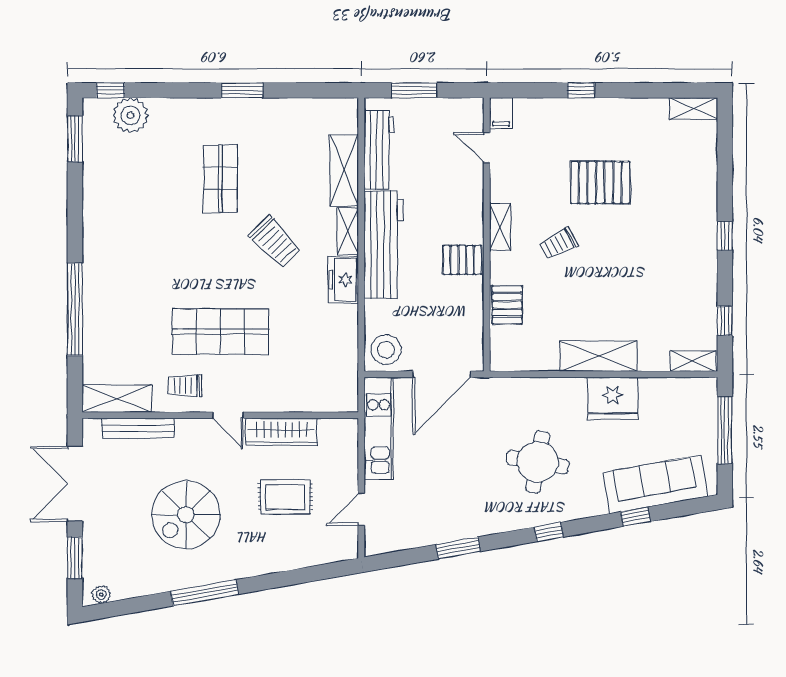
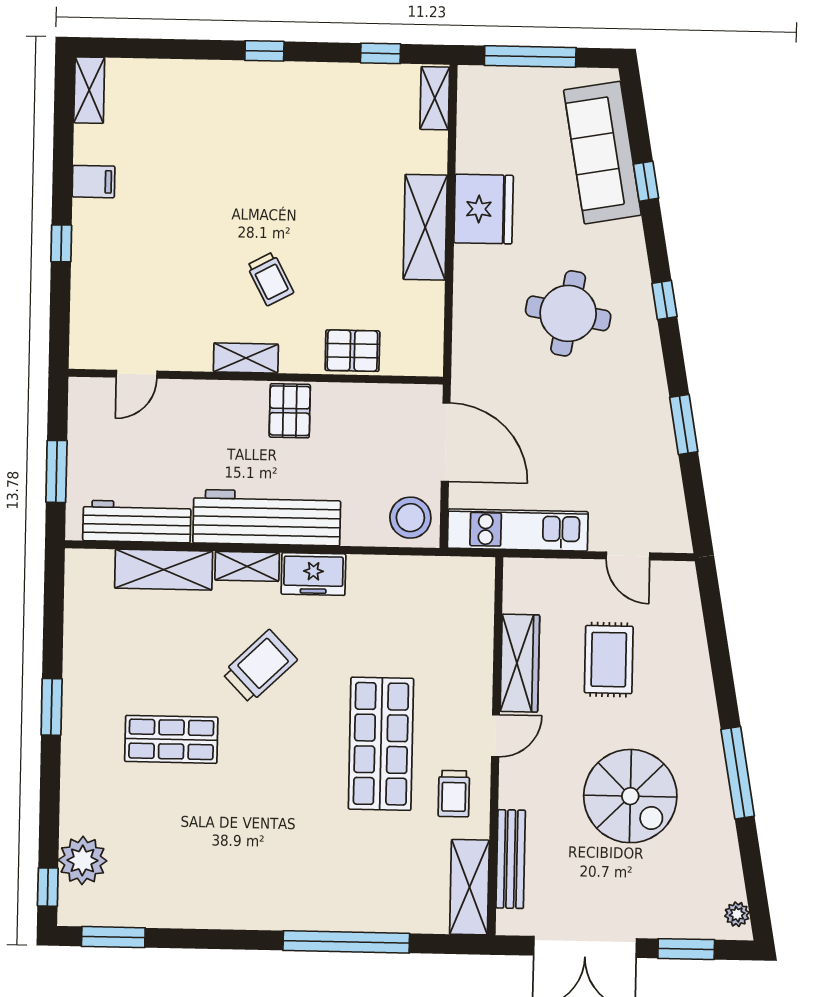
filing cabinet: (501, 113) -> (94, 182), moved
pallet: (600, 182) -> (188, 220), removed

